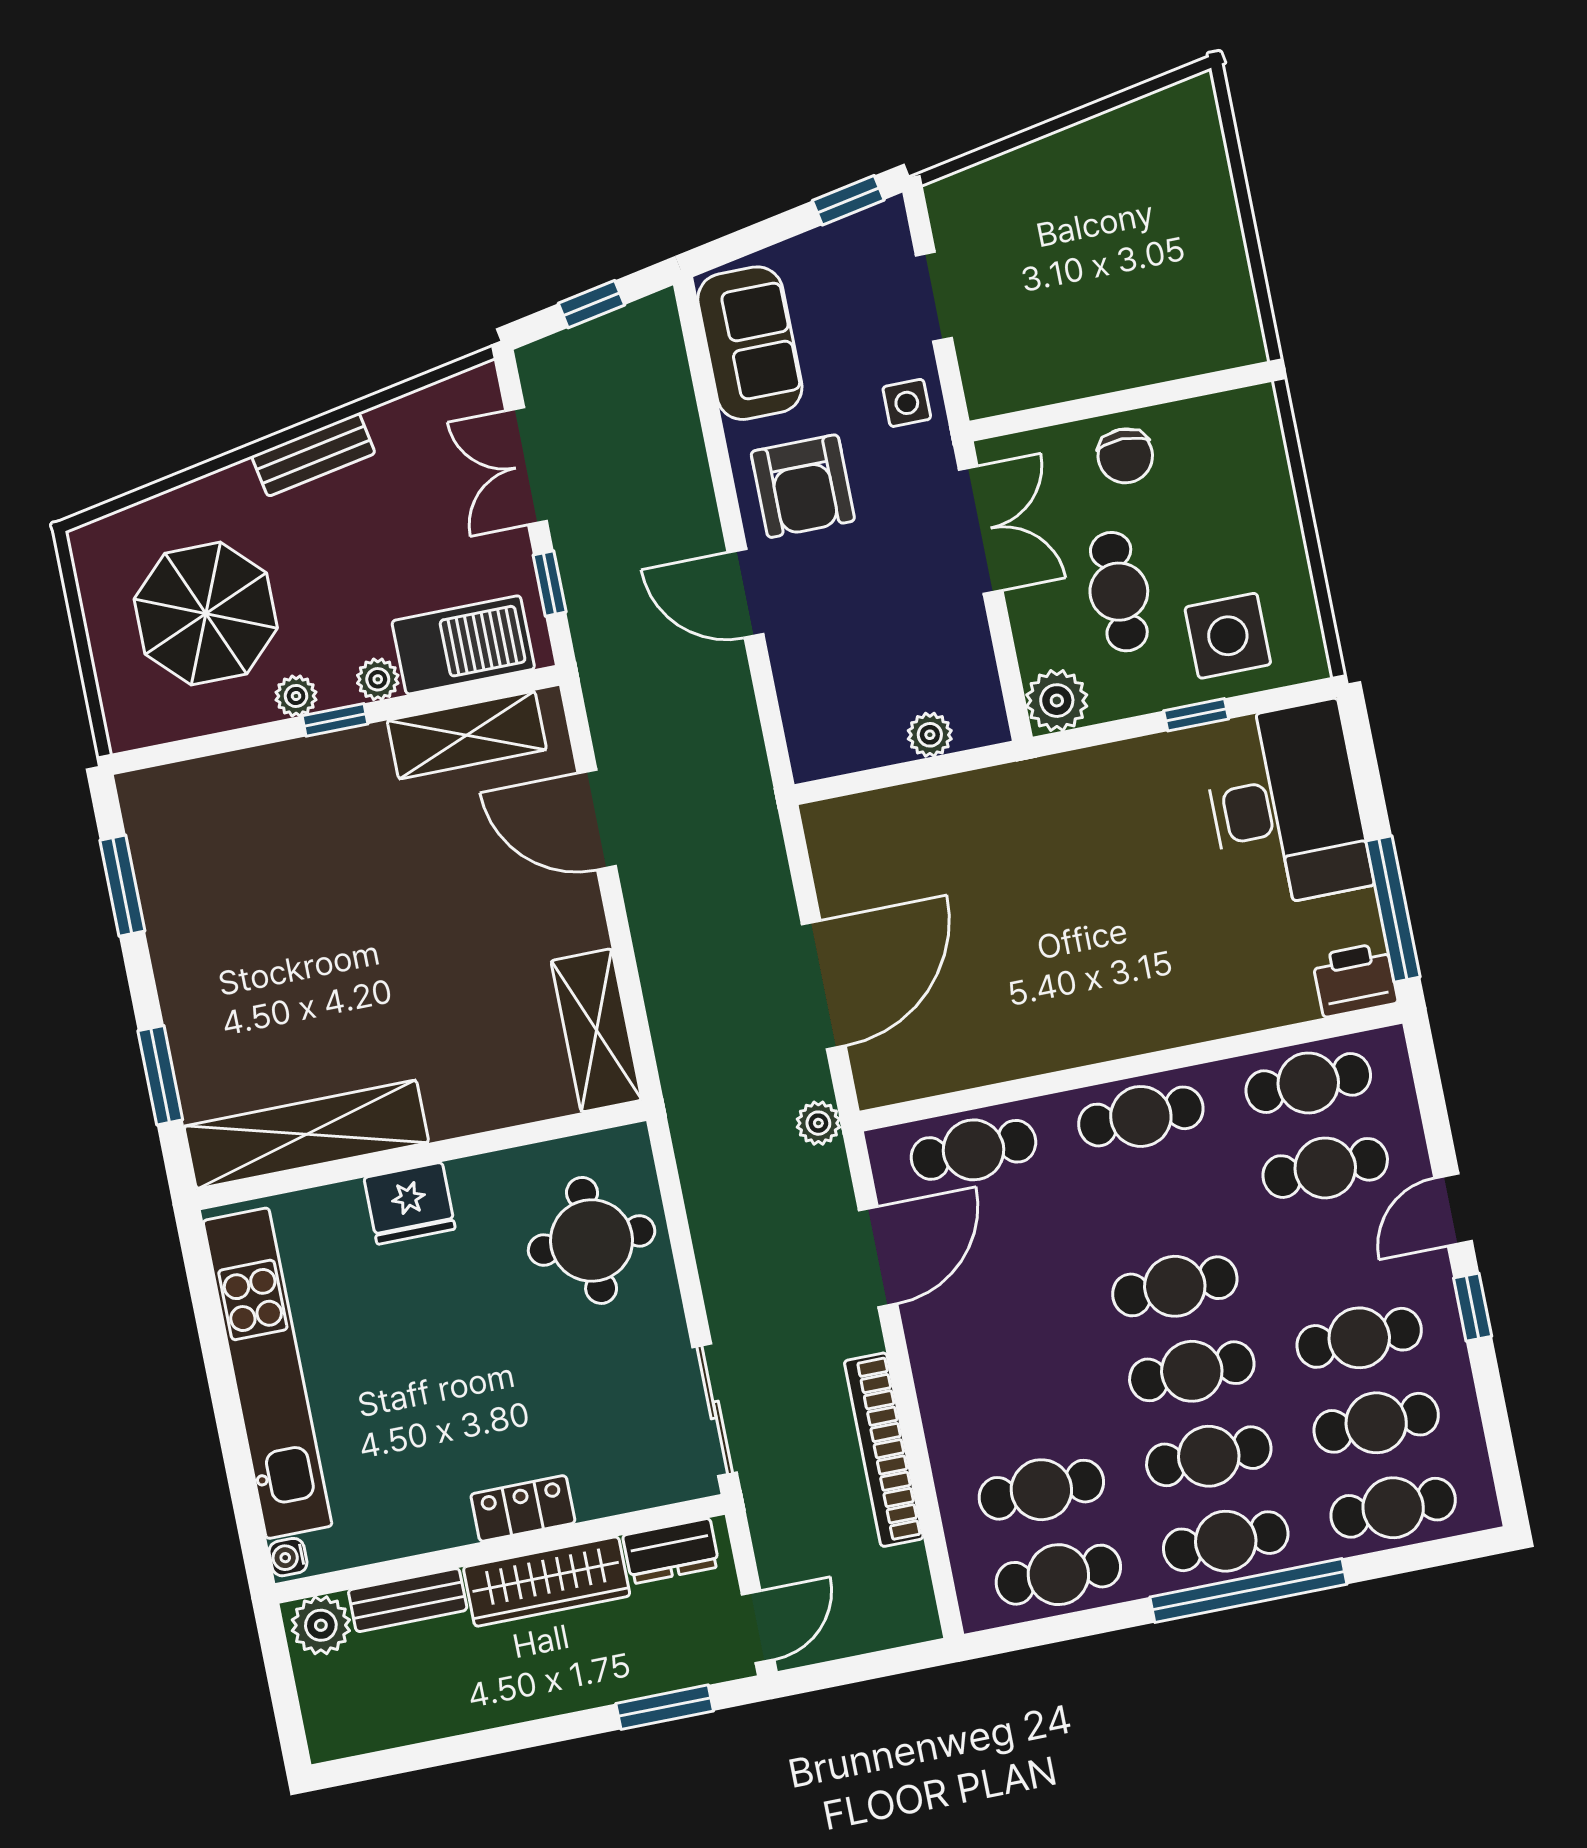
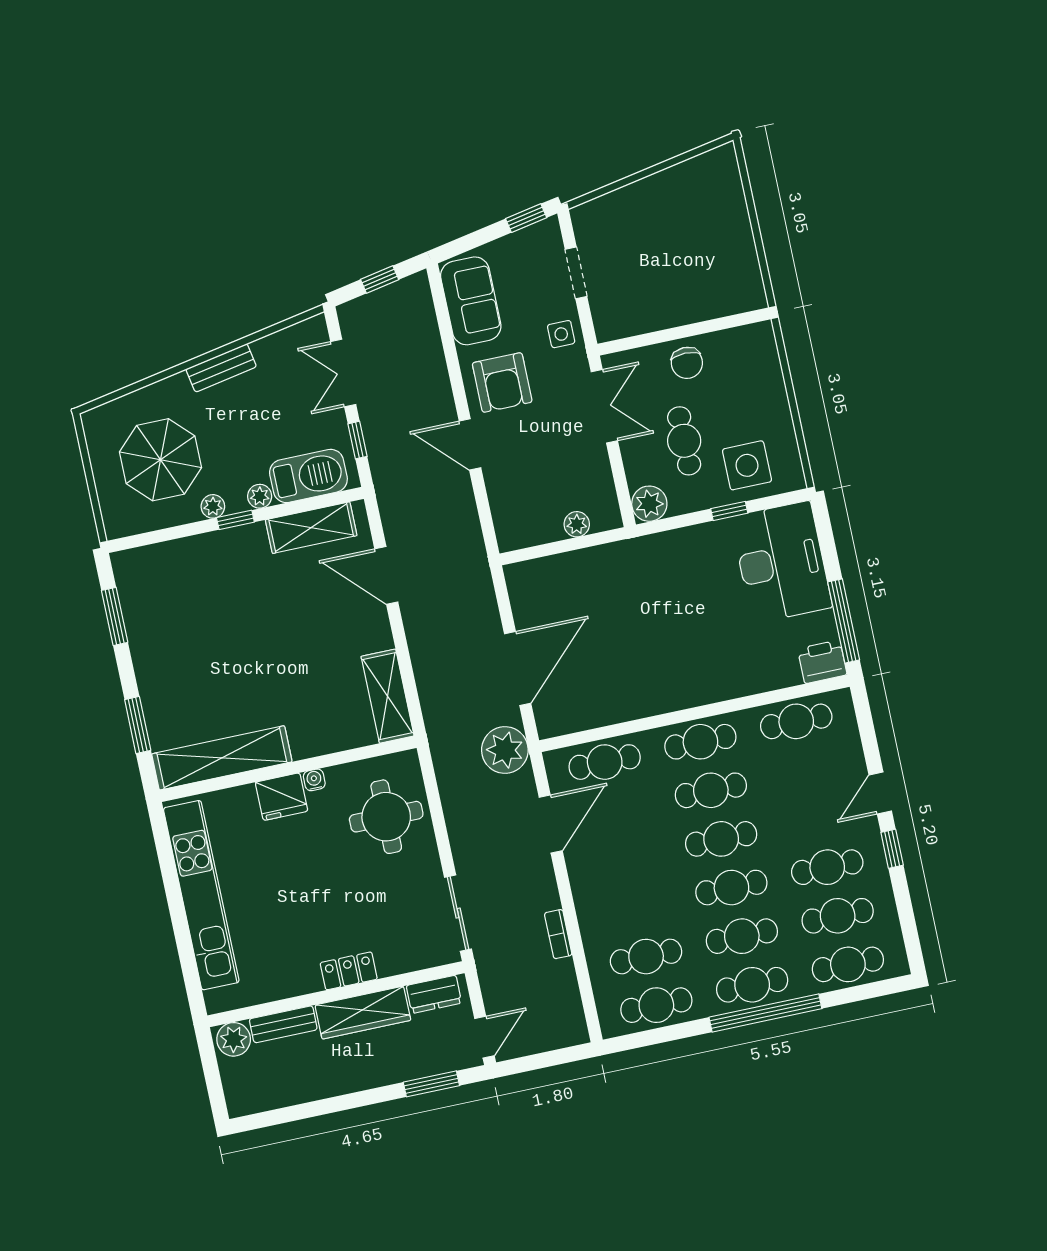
plant: (818, 1123) -> (505, 750), width x1.88, depth x1.88
cafe table: (1325, 1168) -> (711, 790), moved
bookcase: (884, 1450) -> (558, 934), width x0.43, depth x0.76
water cooler: (288, 1557) -> (314, 780), moved, turned 90

